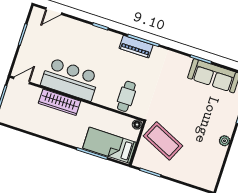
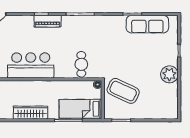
piano: (136, 47) -> (48, 21), moved
wardrobe: (59, 102) -> (31, 113), moved, turned 180
plant: (225, 141) -> (169, 74), width x1.88, depth x1.88

